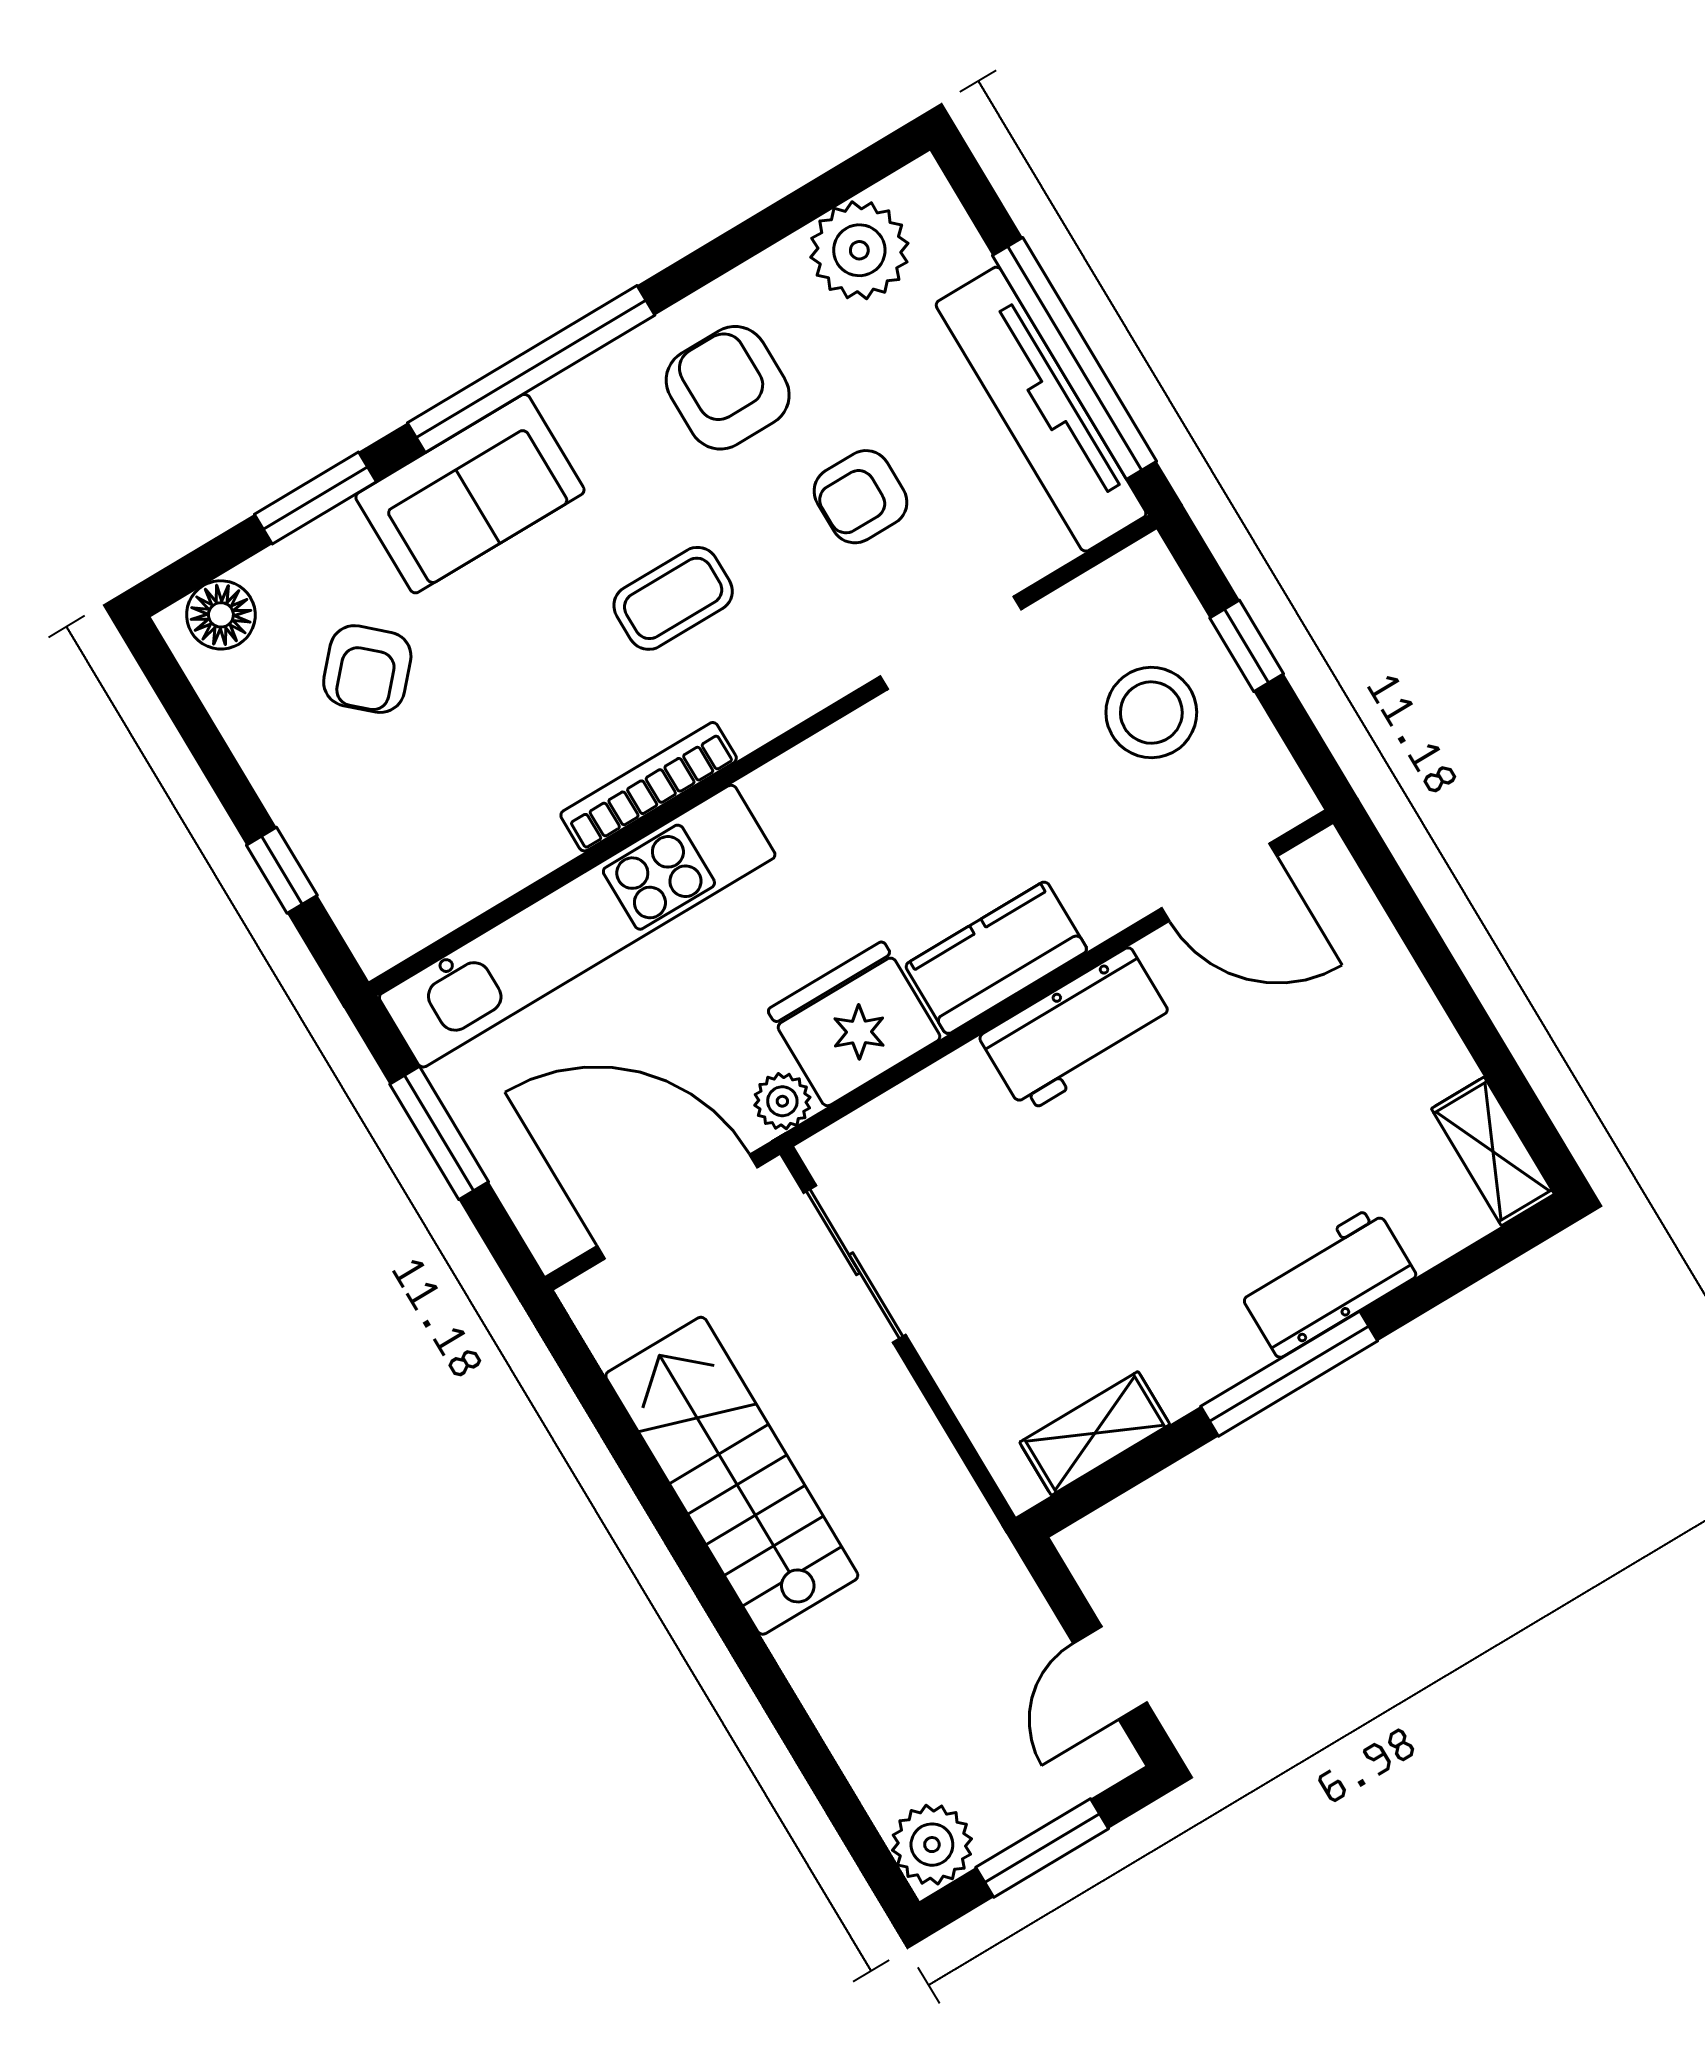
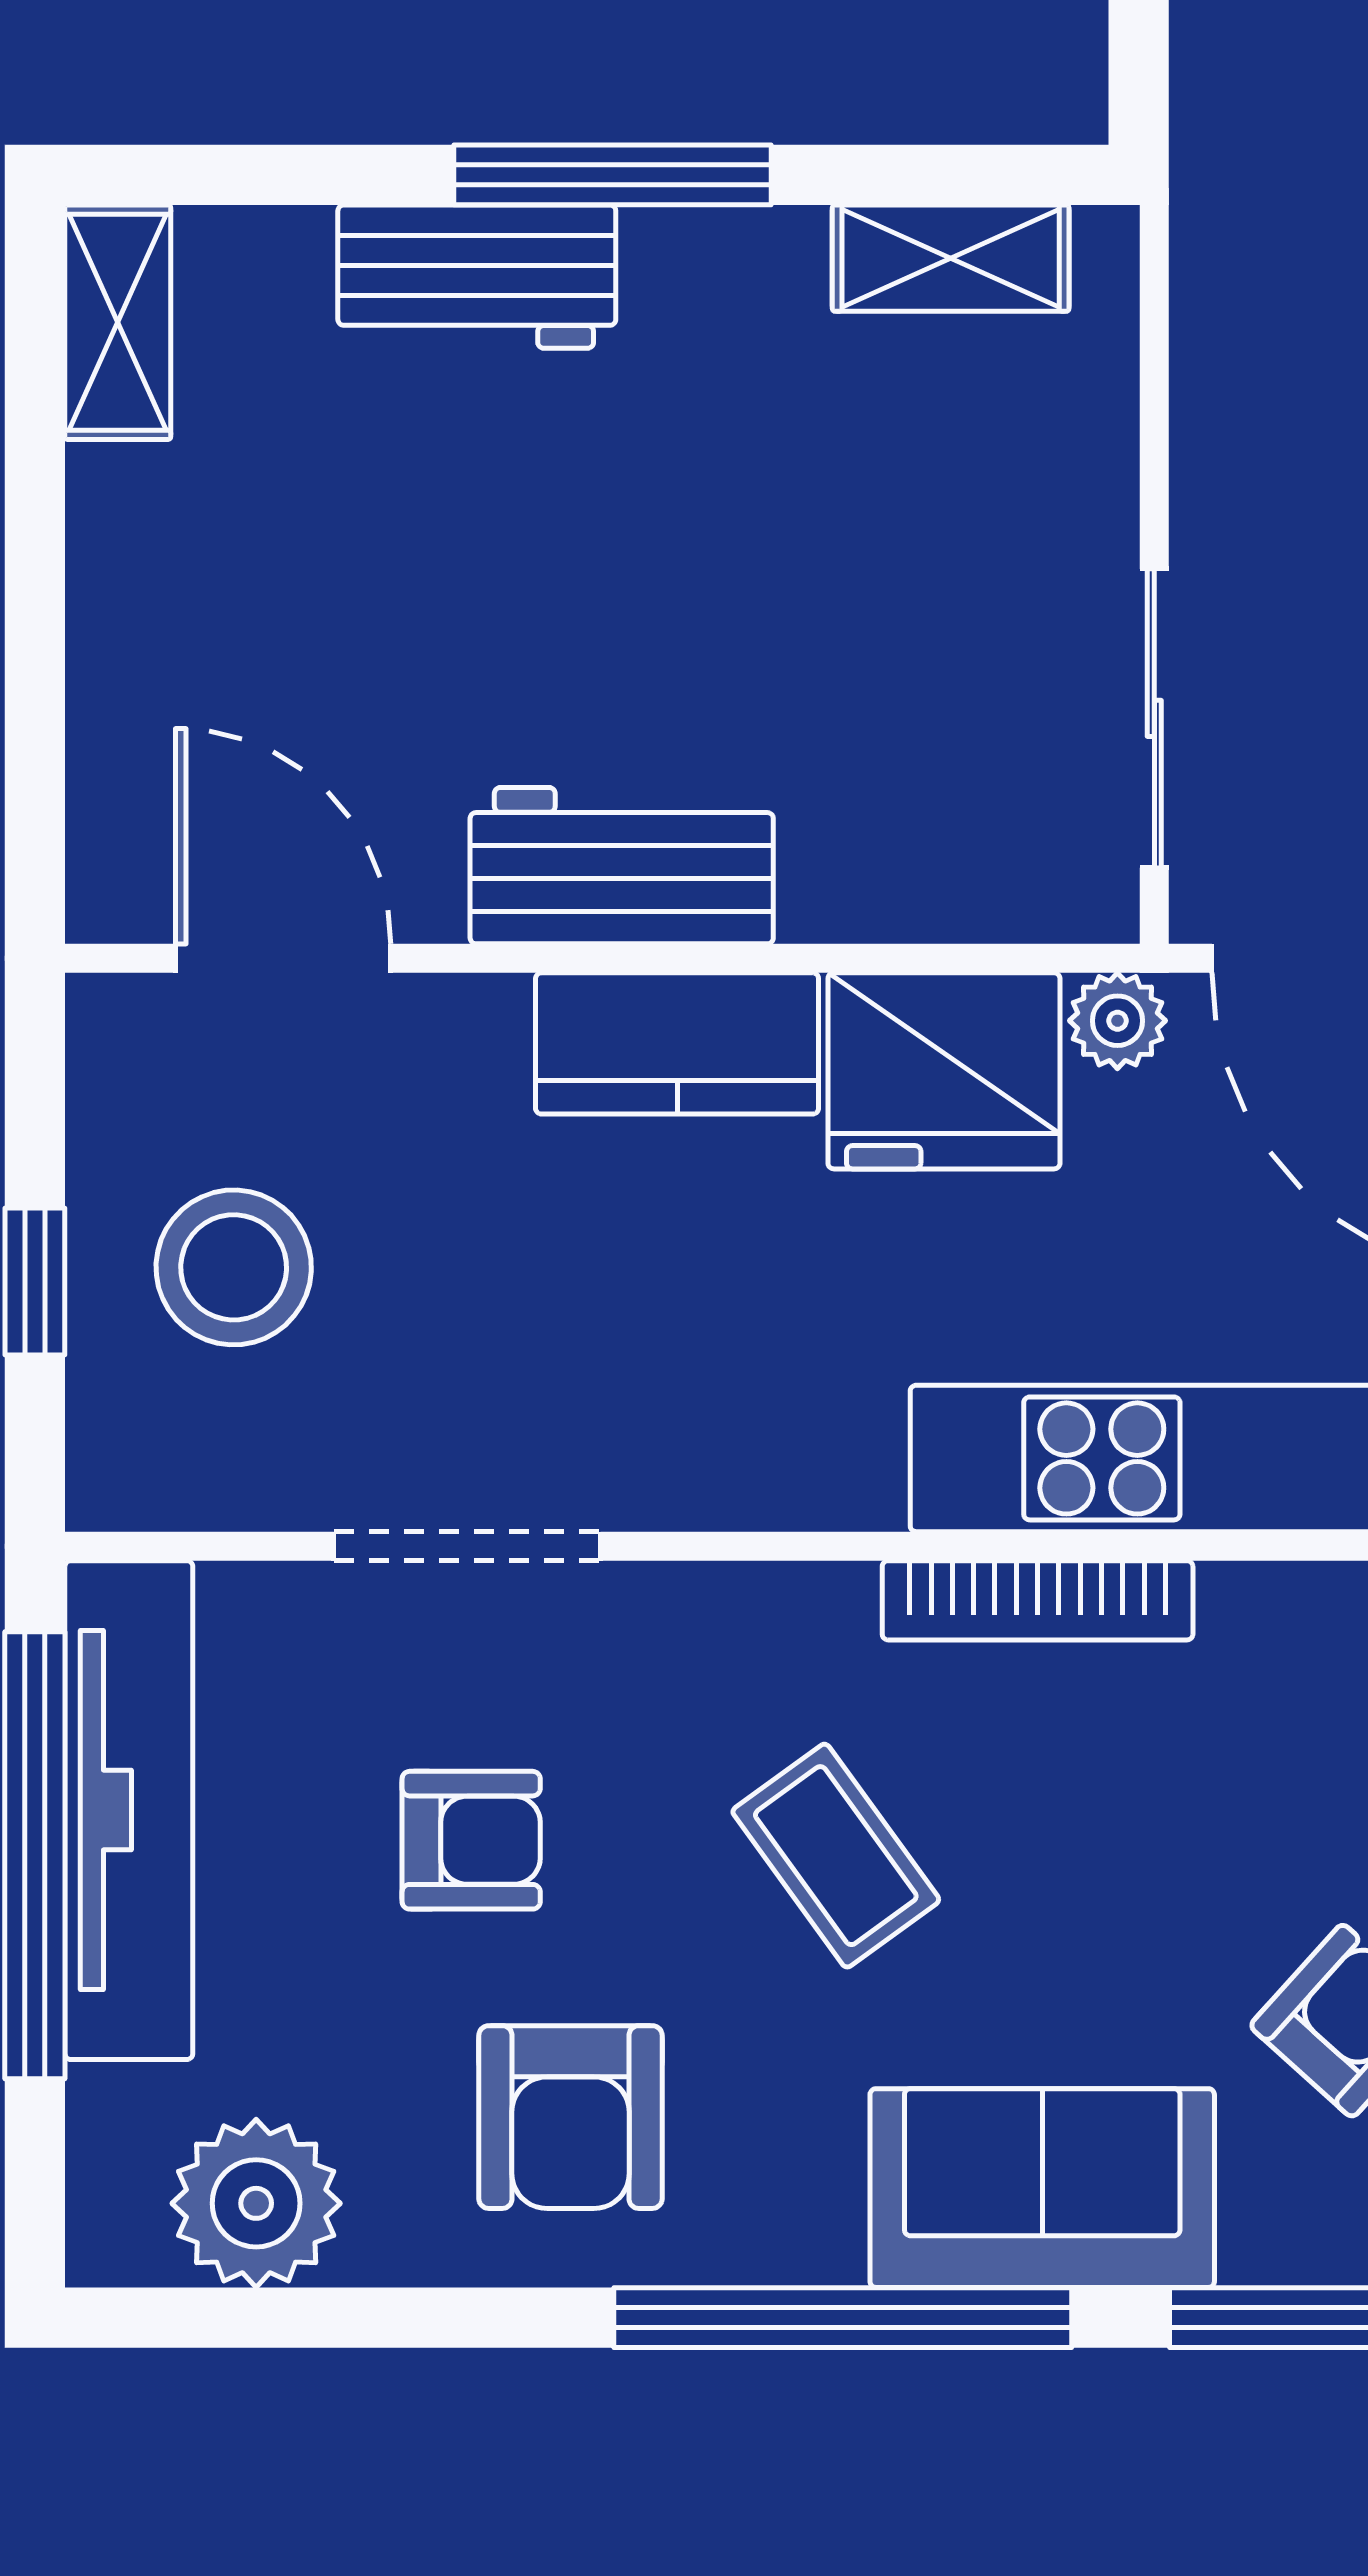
coffee table: (673, 598) -> (836, 1856), turned 54

